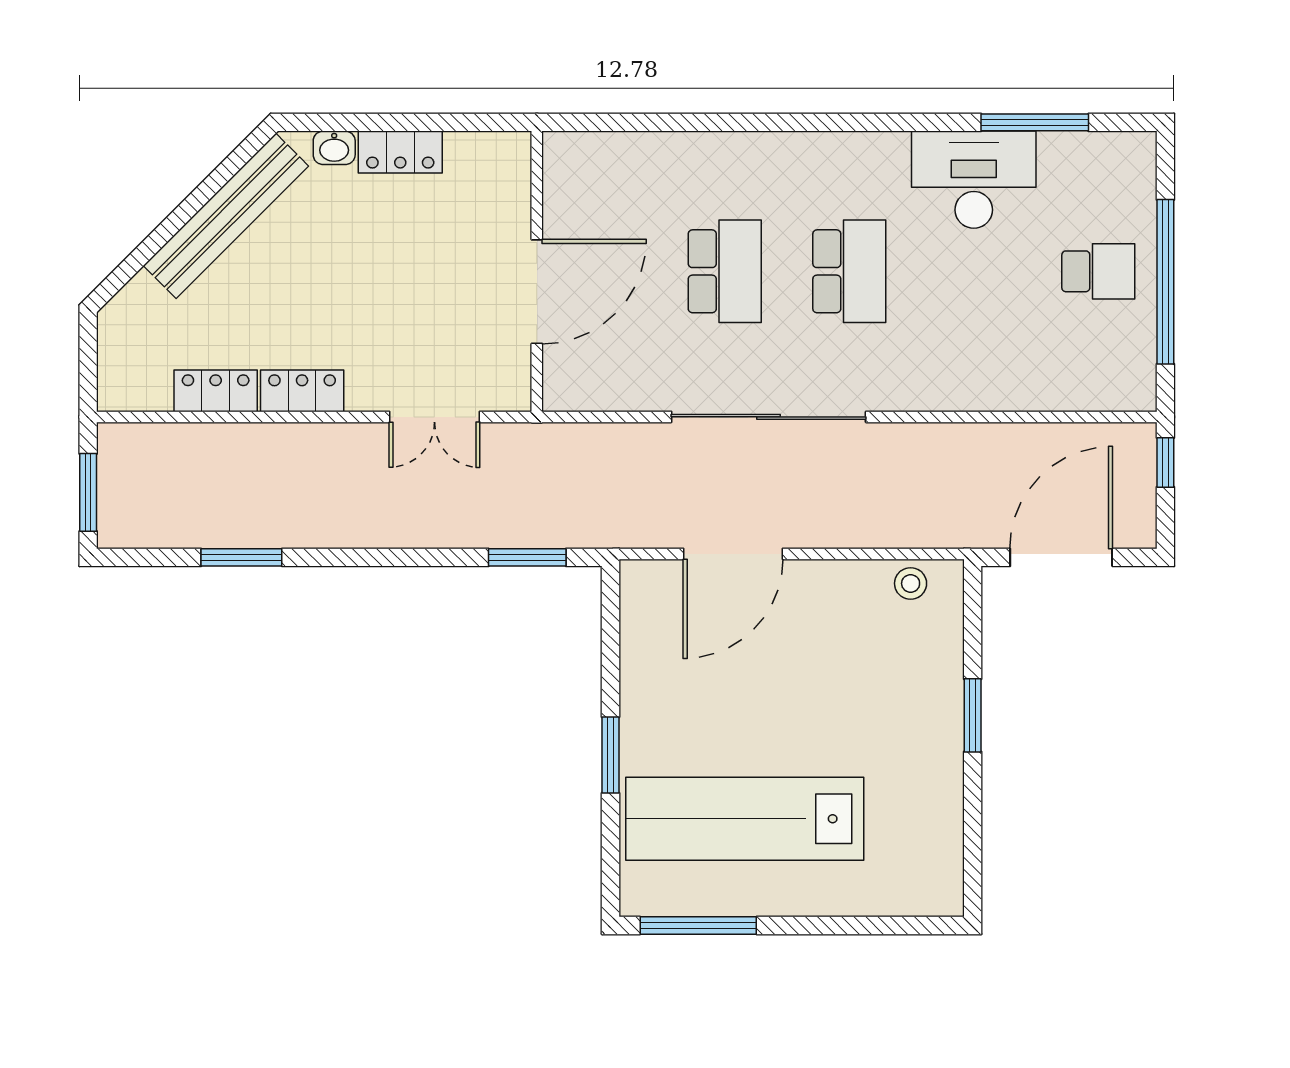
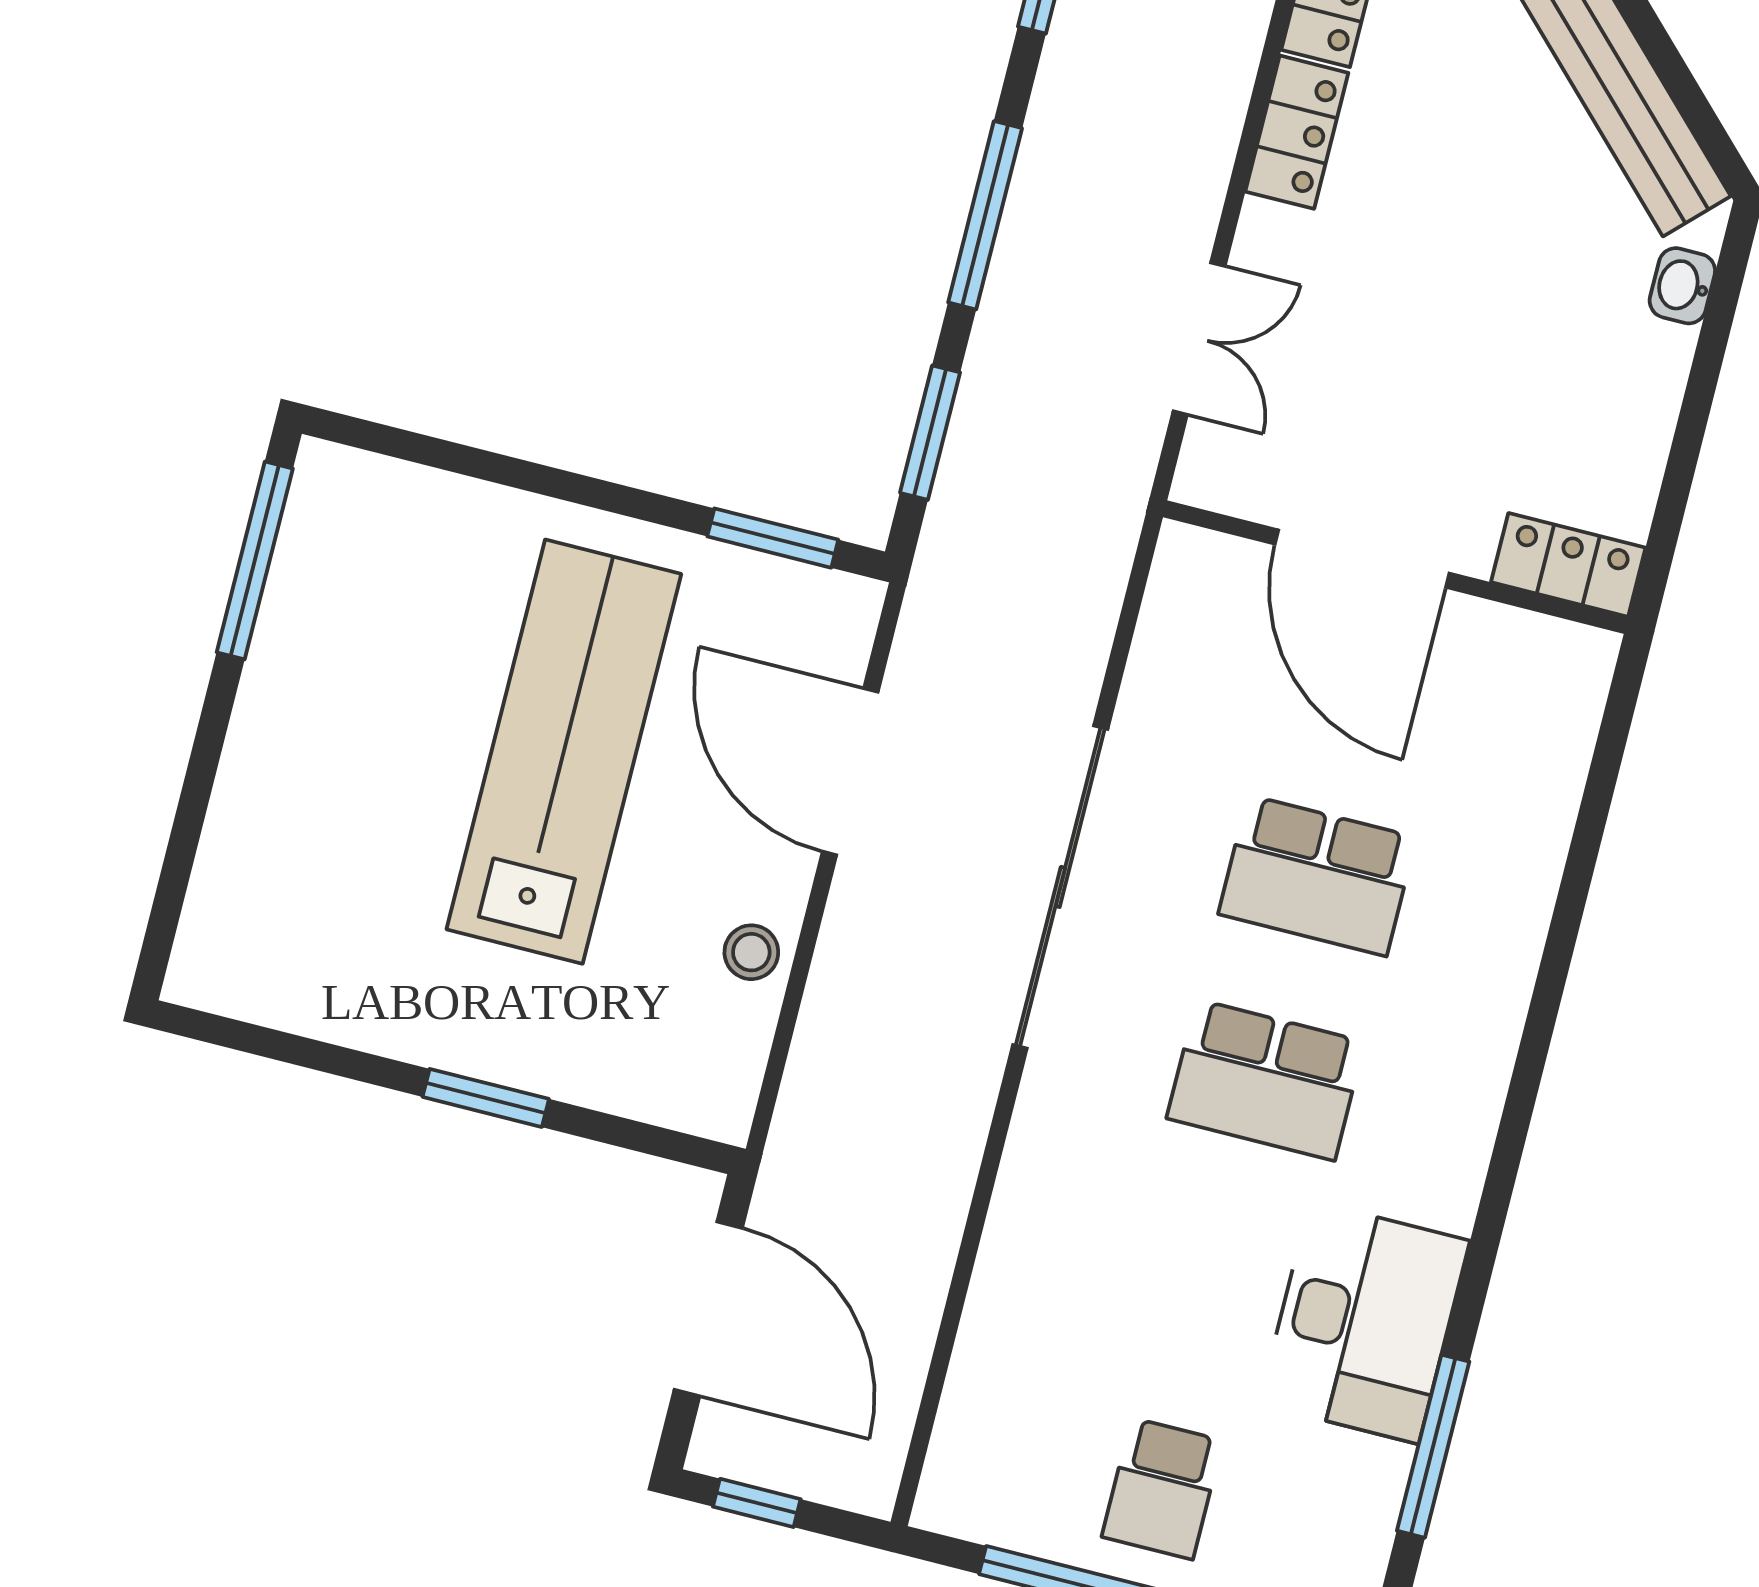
locker: (400, 152) -> (1568, 565), moved, turned 90
double door: (434, 417) -> (1199, 339), swing flipped
window: (1165, 462) -> (757, 1503), moved
window: (395, 557) -> (985, 215), added
stool: (911, 583) -> (751, 952), moved
window: (610, 755) -> (773, 538), moved
lab bench: (745, 819) -> (564, 752), moved

